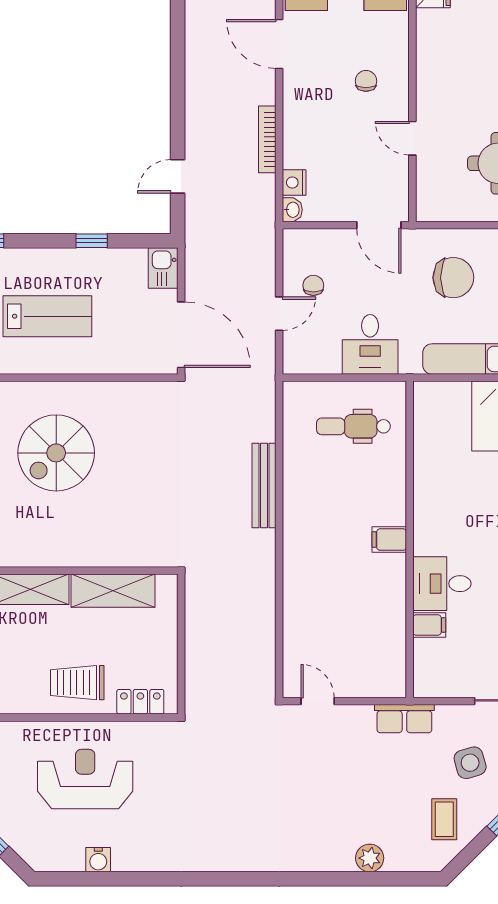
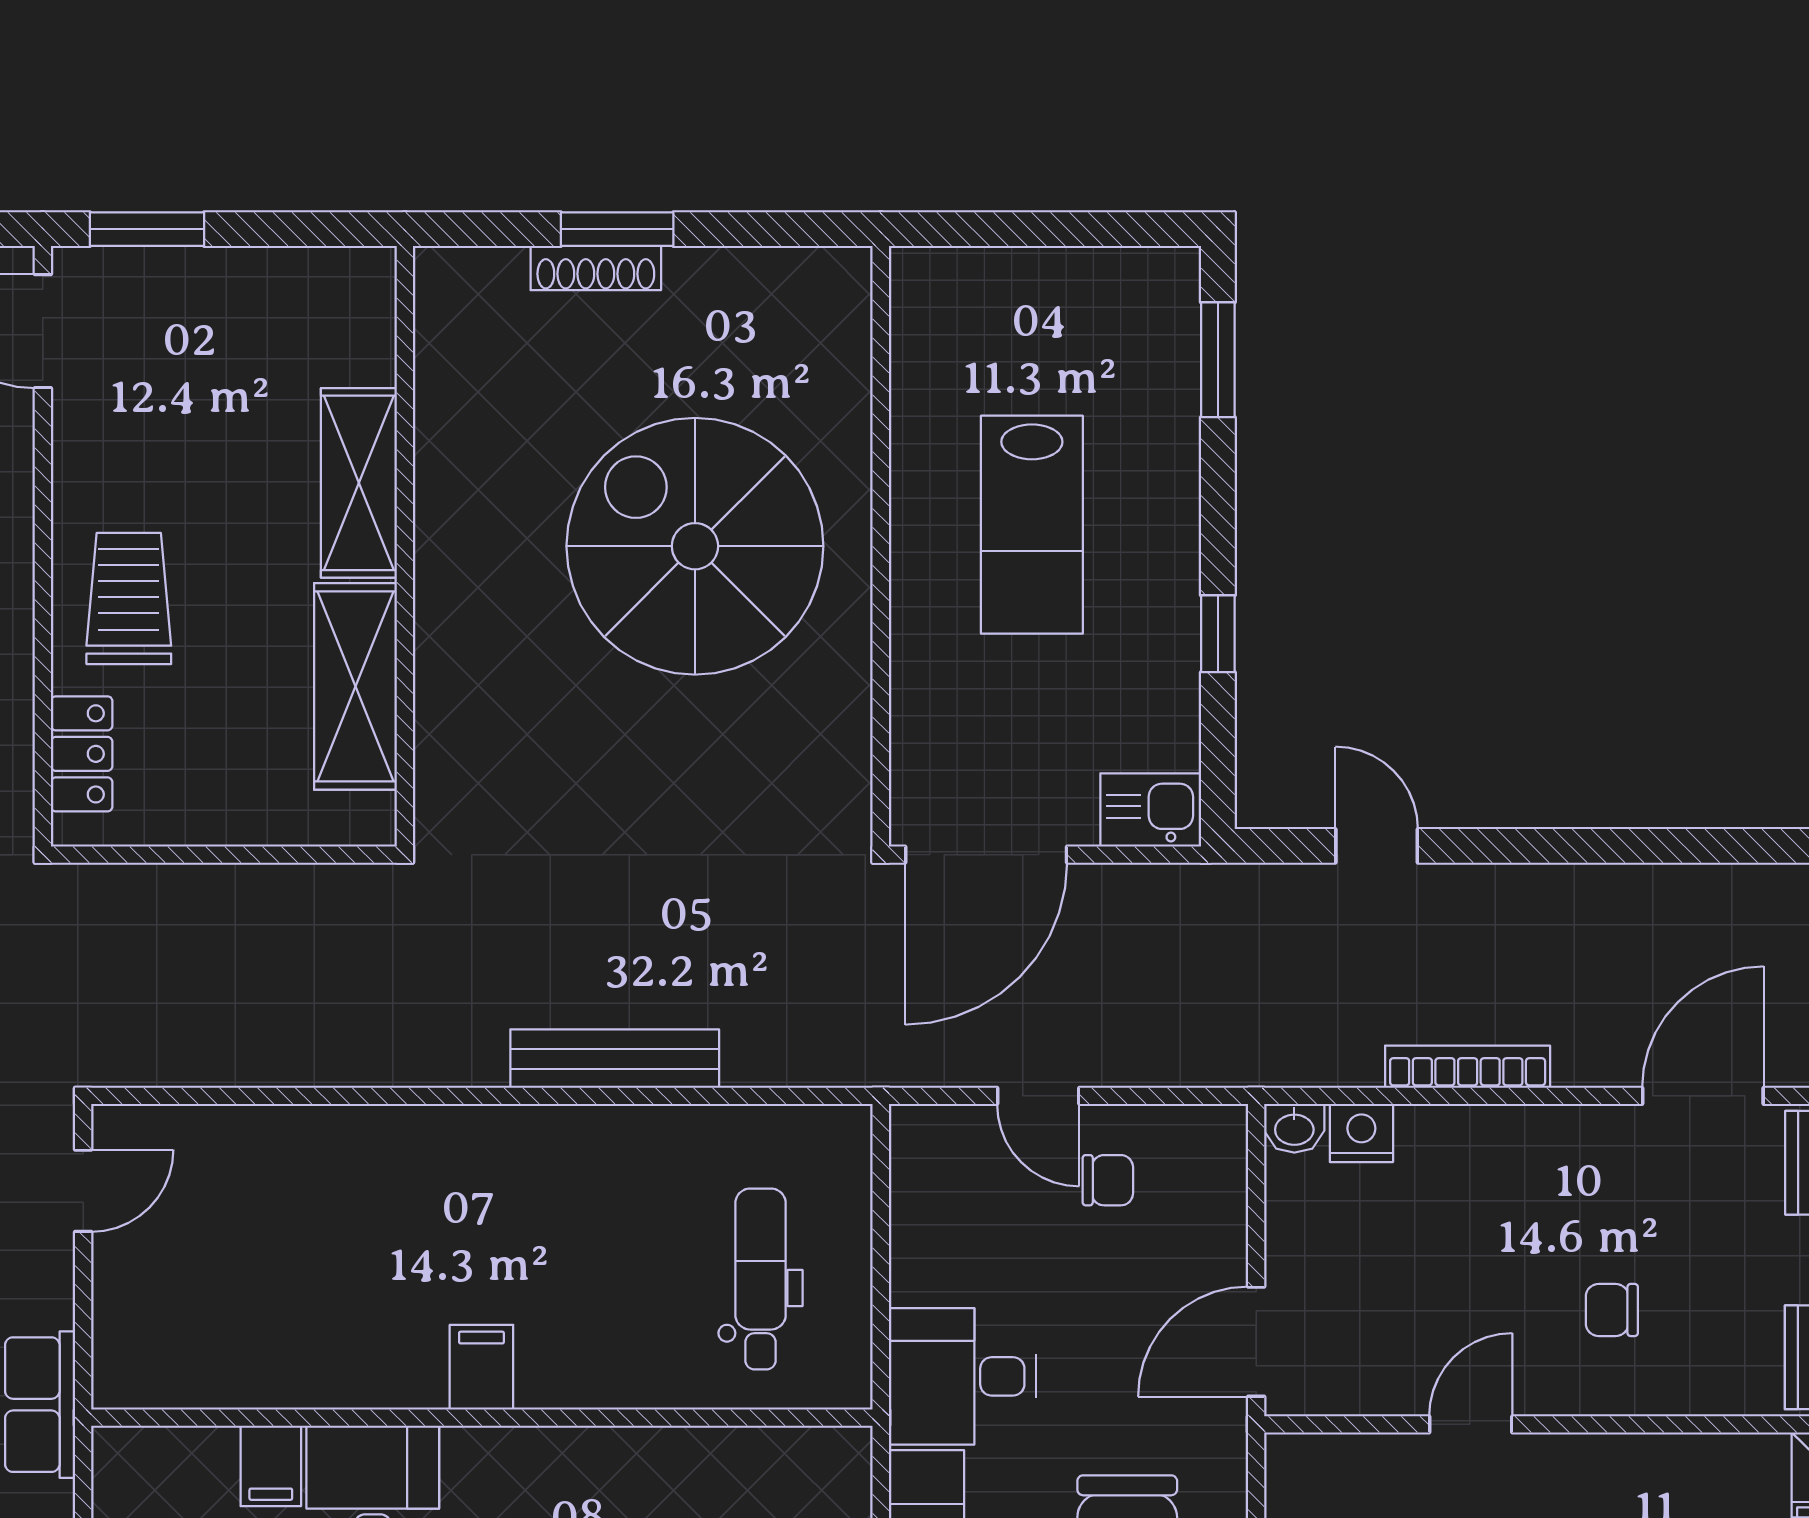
chair: (366, 81) -> (1612, 1310), turned 180
desk: (370, 344) -> (963, 1376), moved
spiral stairs: (56, 453) -> (695, 546), width x1.37, depth x1.37

